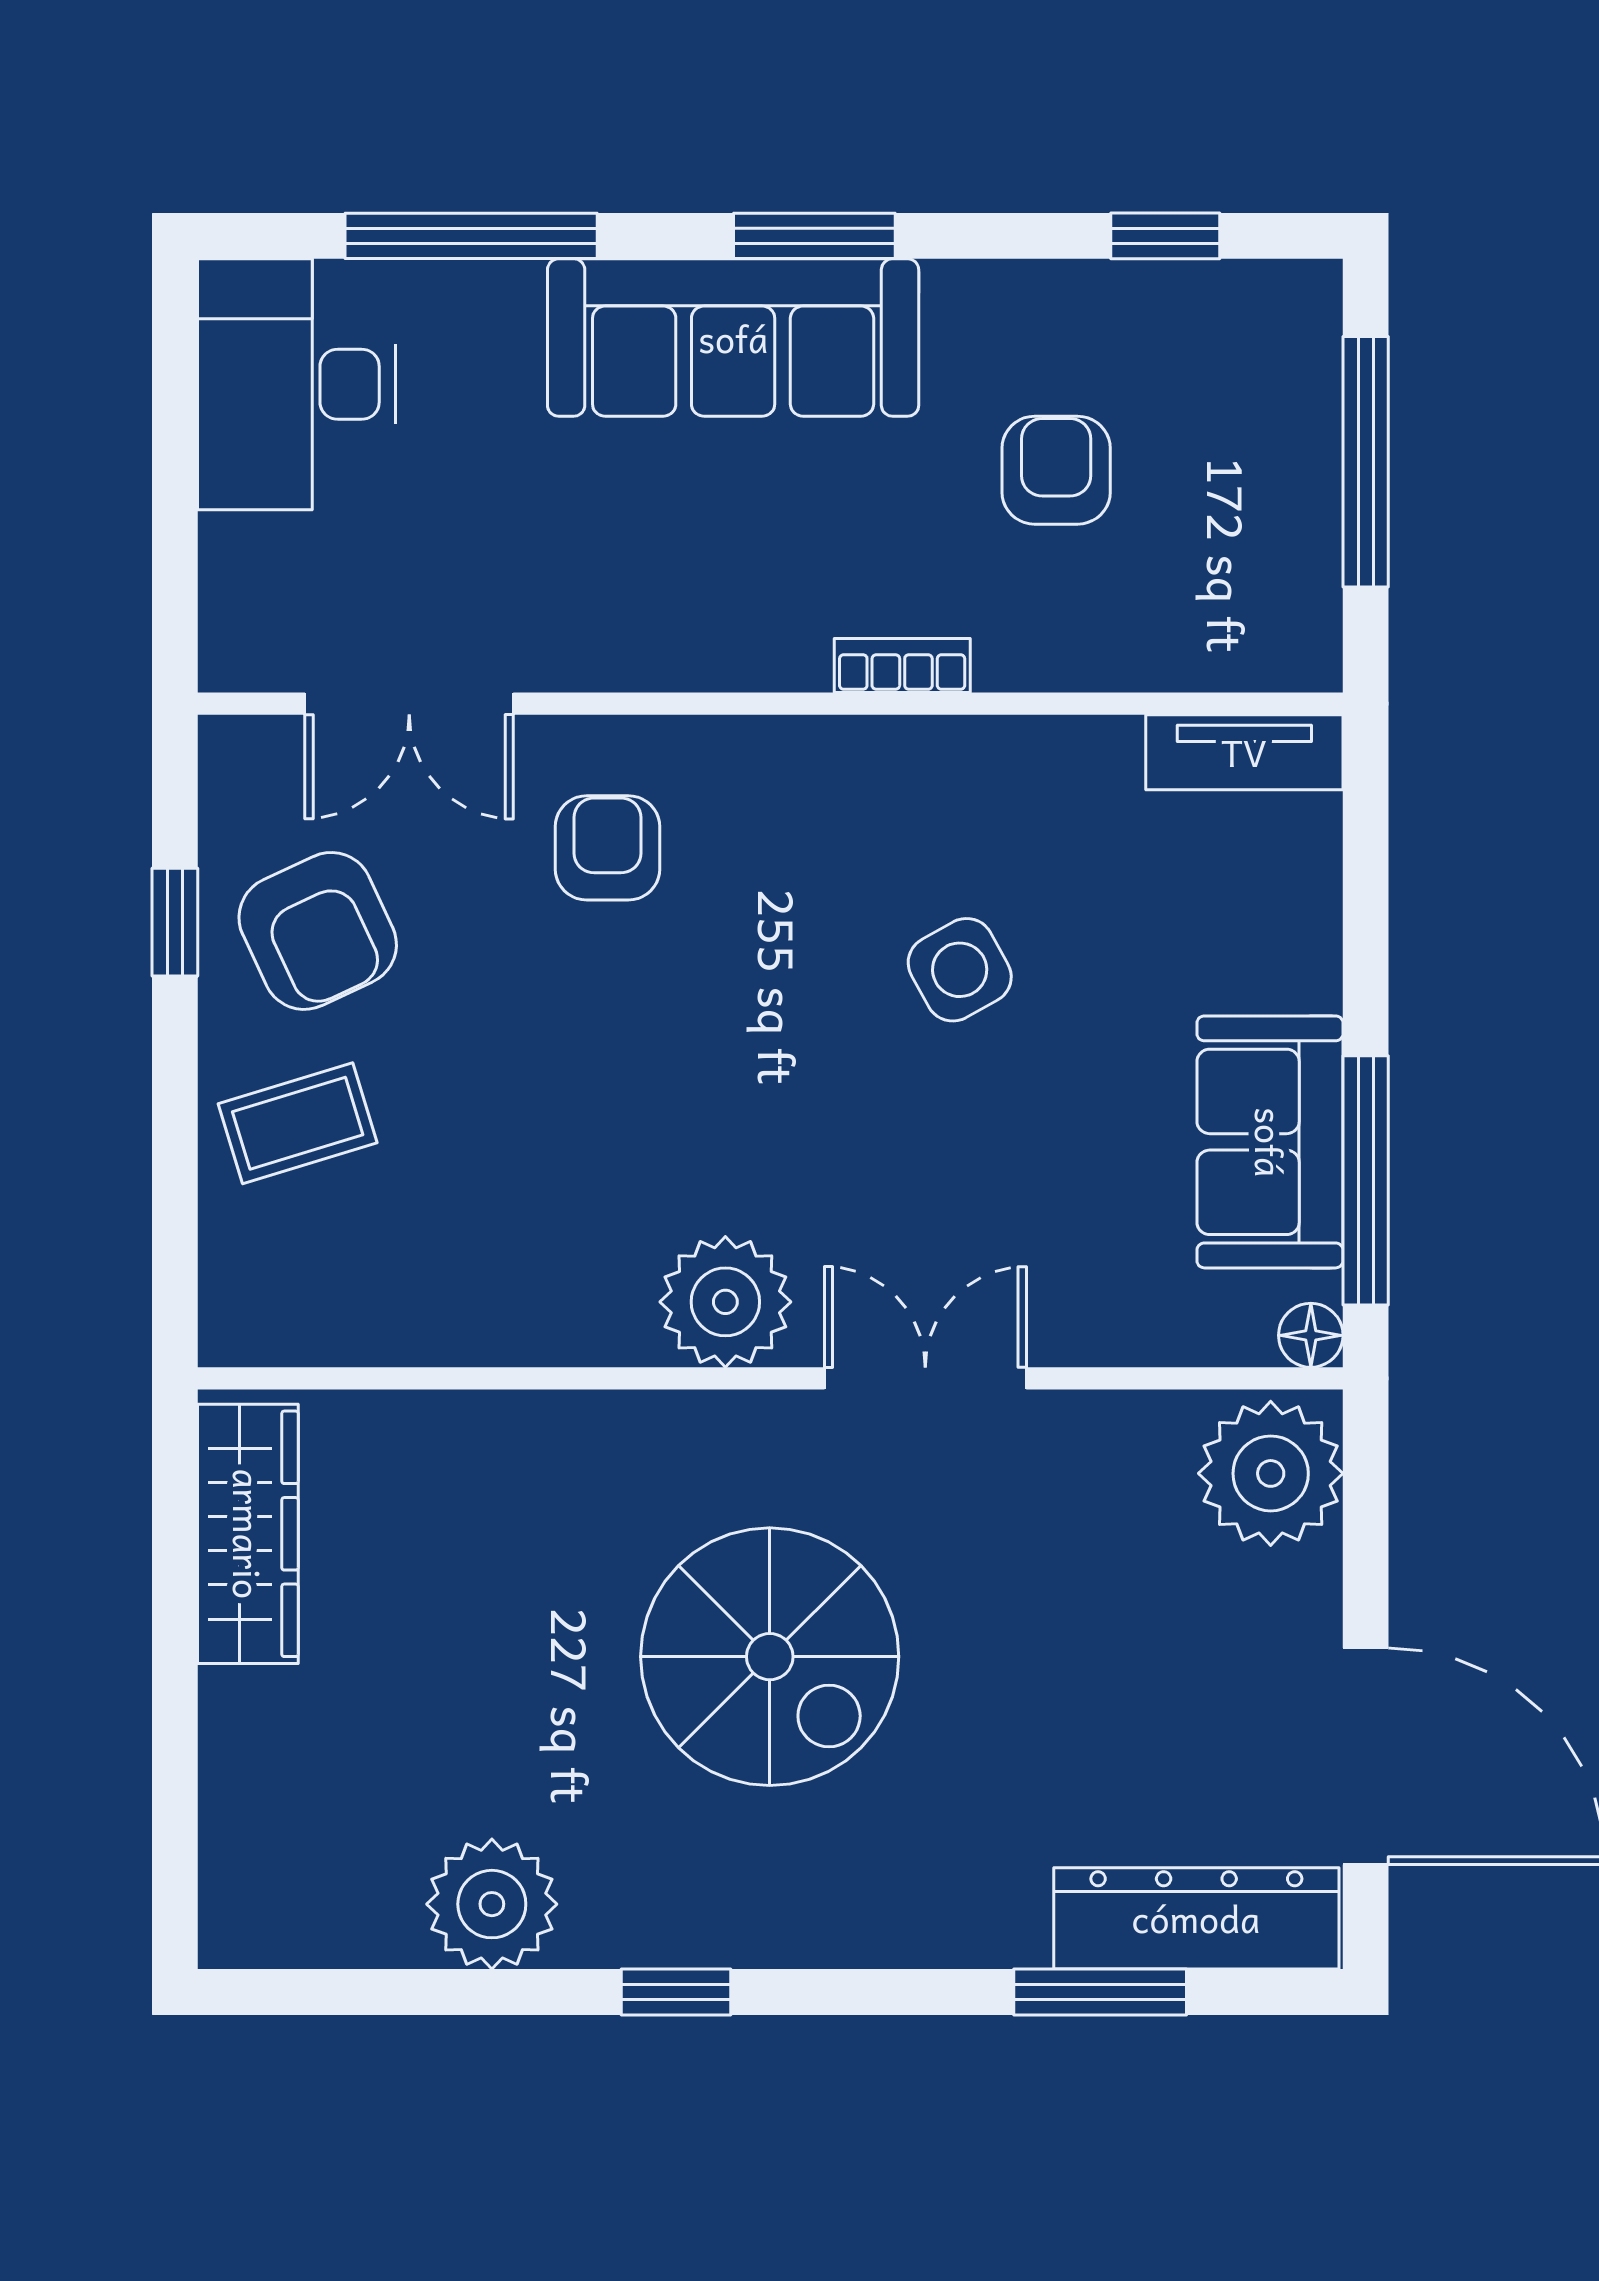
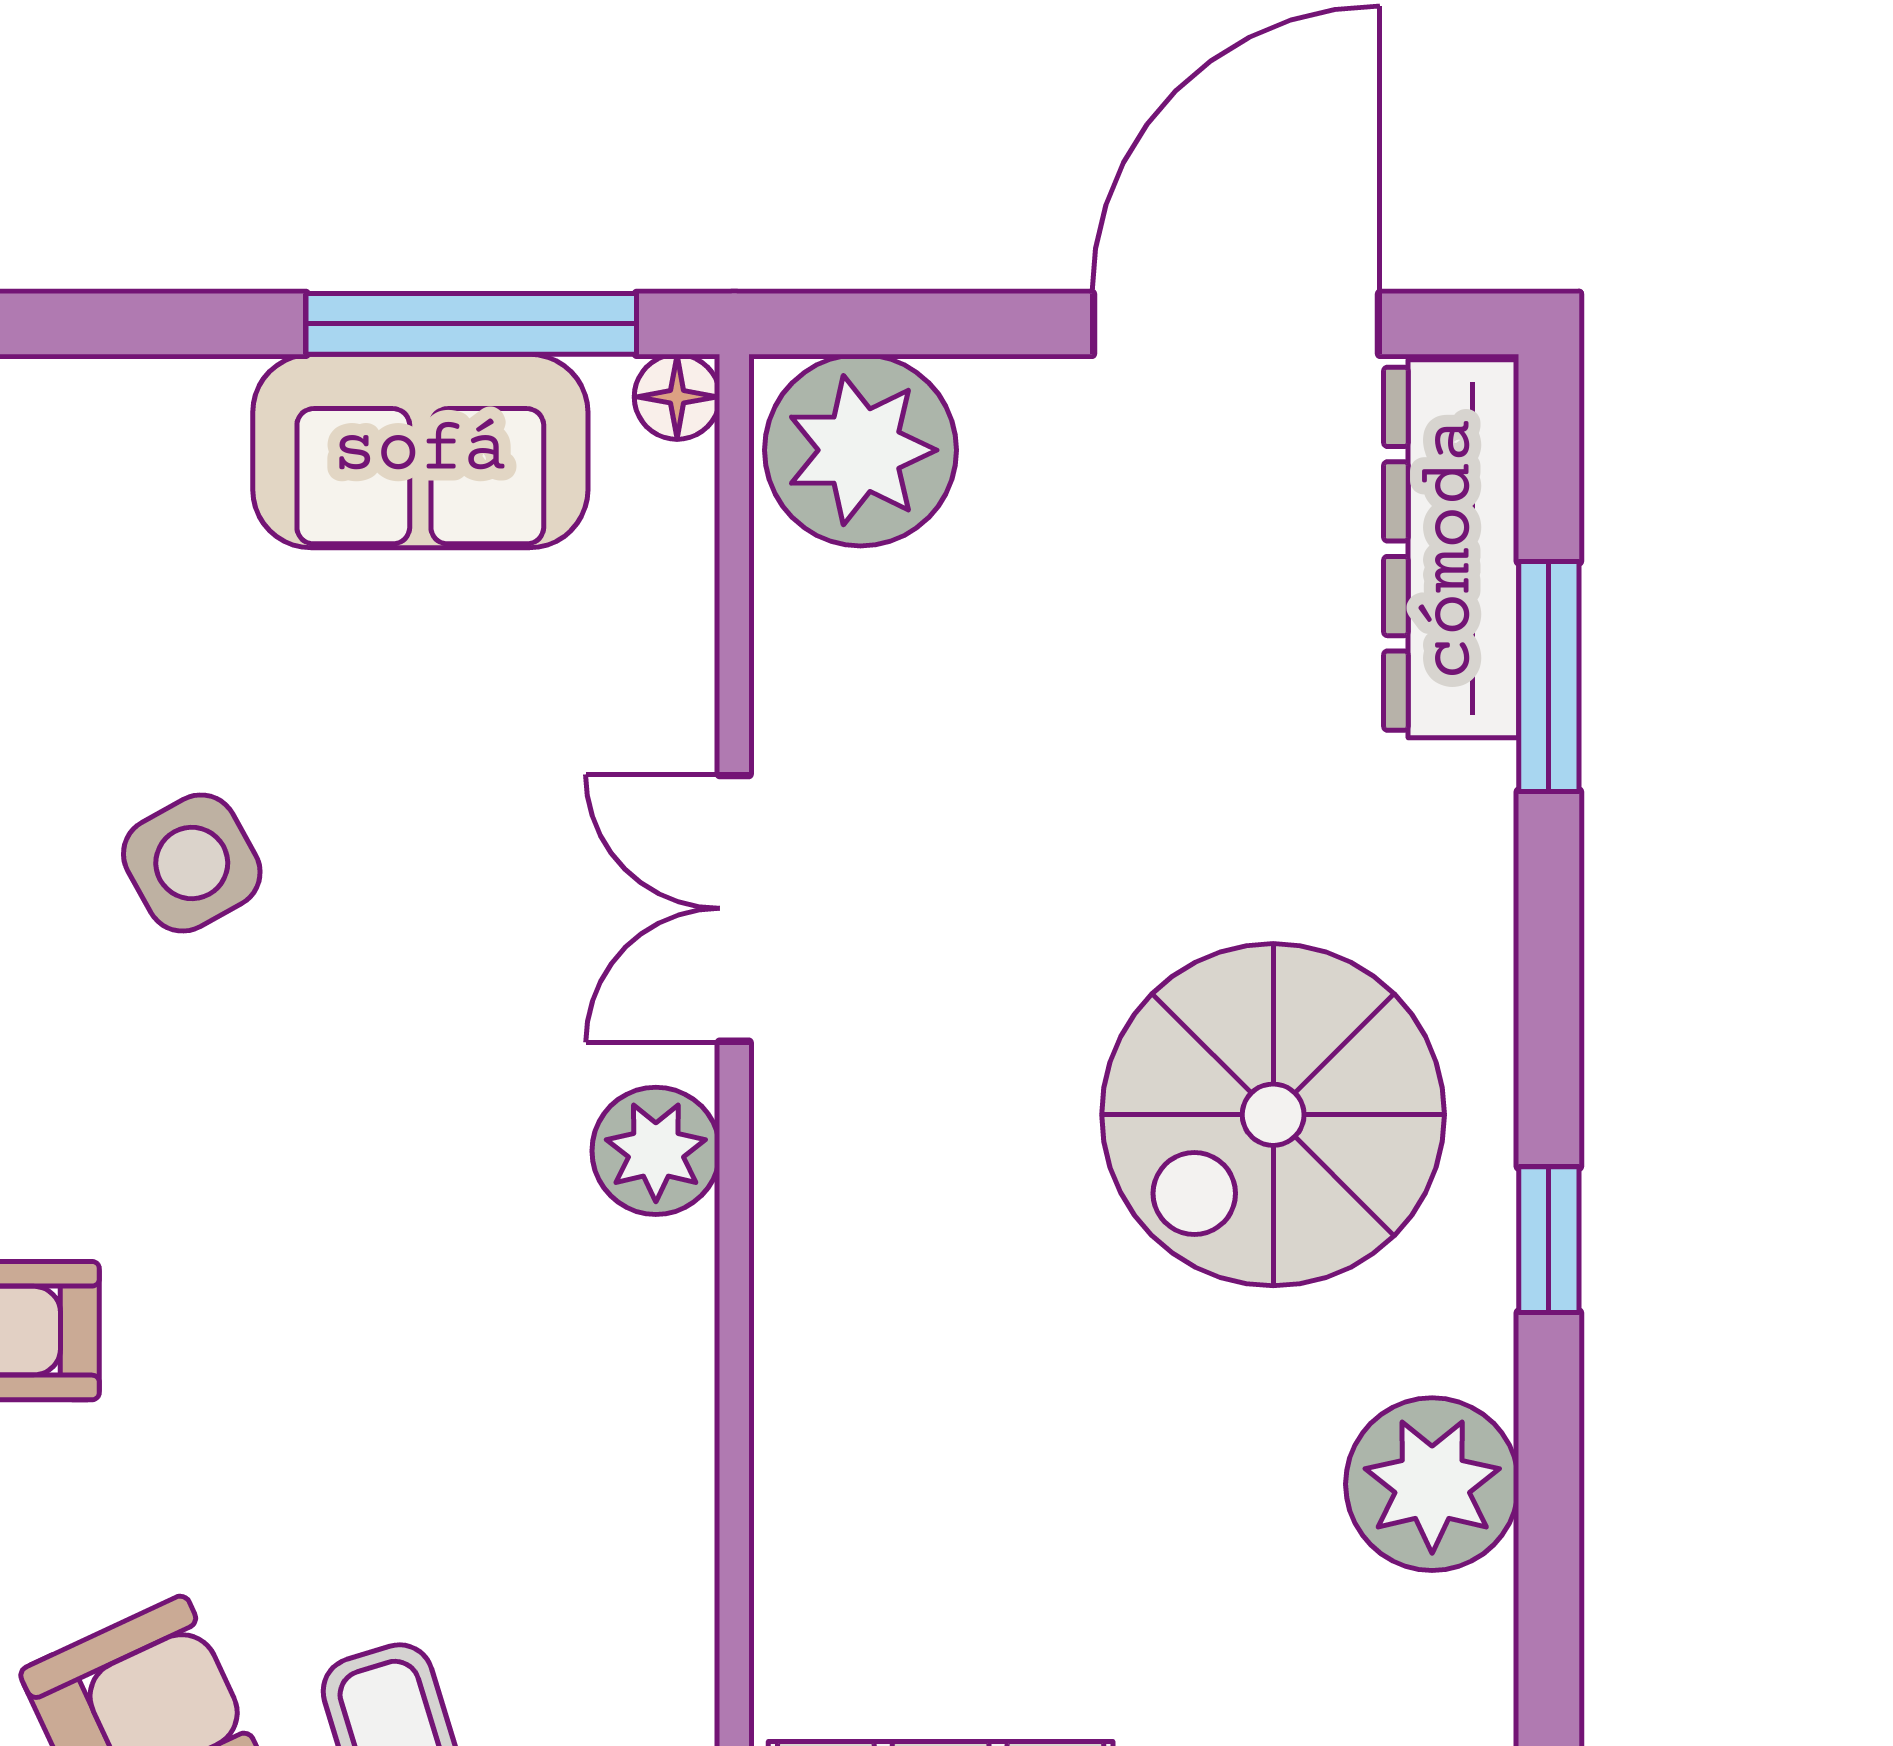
plant: (725, 1302) -> (656, 1151), width x0.73, depth x0.73
spiral stairs: (770, 1657) -> (1273, 1115), moved, turned 180

